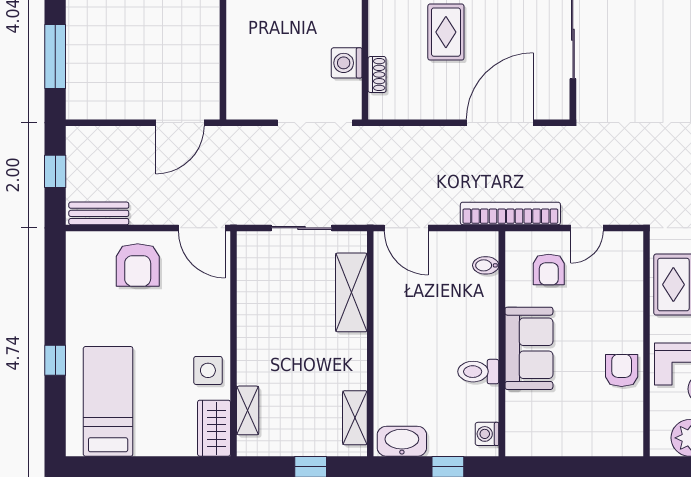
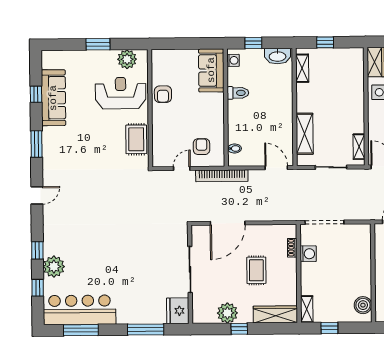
sofa: (529, 348) -> (211, 70), moved
shelving: (248, 410) -> (359, 147), moved

